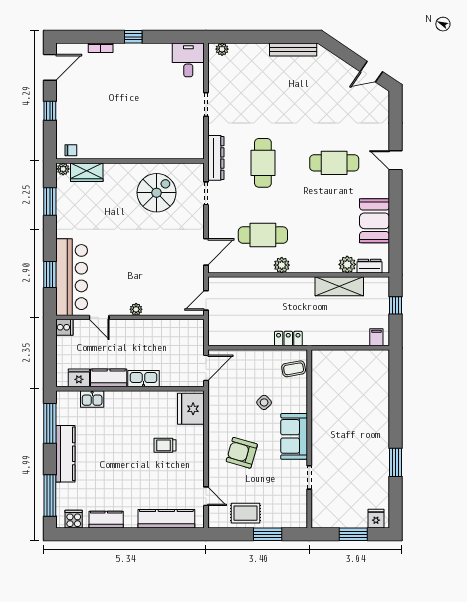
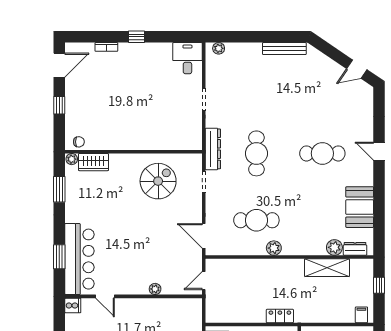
door: (206, 252) -> (204, 236), swing flipped
plant: (136, 309) -> (155, 289), moved

